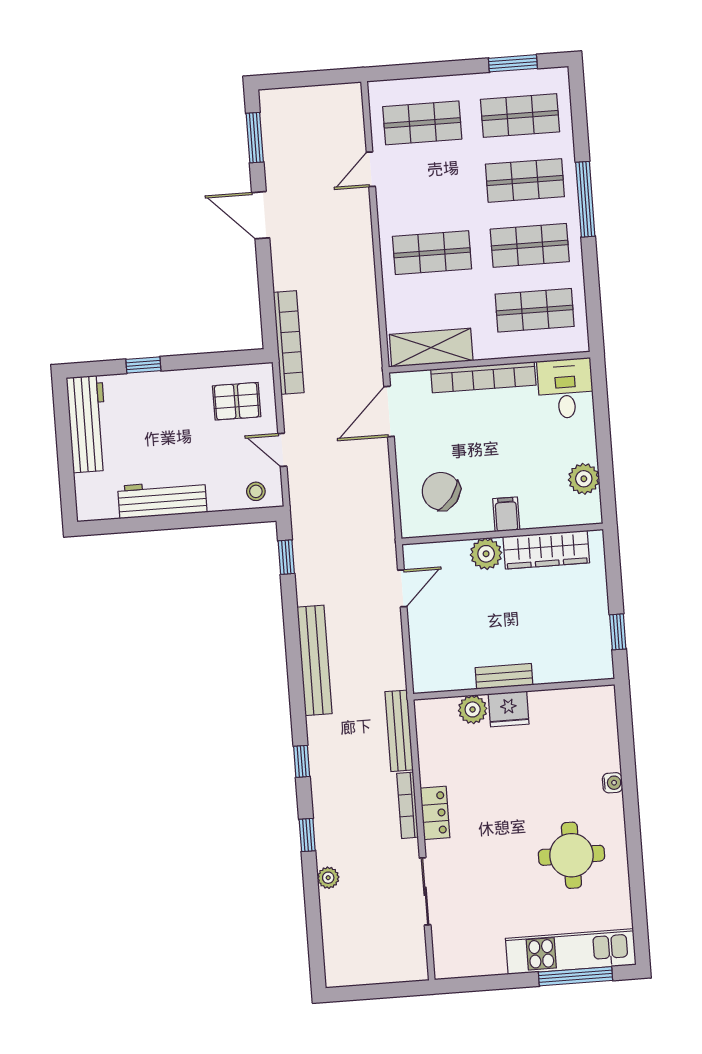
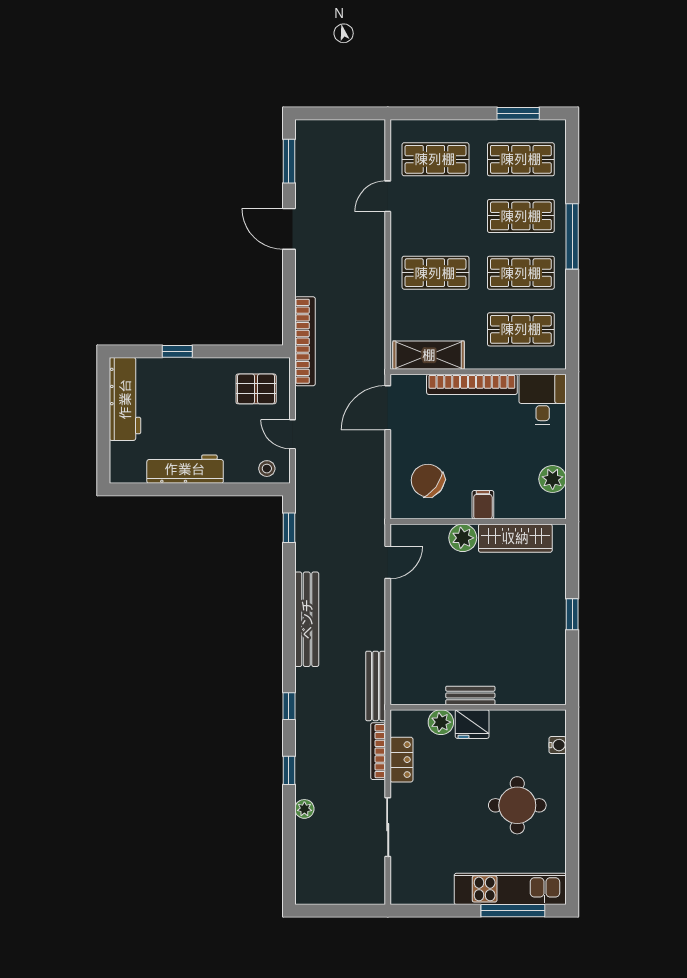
bench: (504, 676) -> (470, 695), moved
wall: (514, 689) -> (478, 707), moved
plant: (473, 709) -> (441, 722), moved
fridge: (509, 709) -> (472, 724), moved

